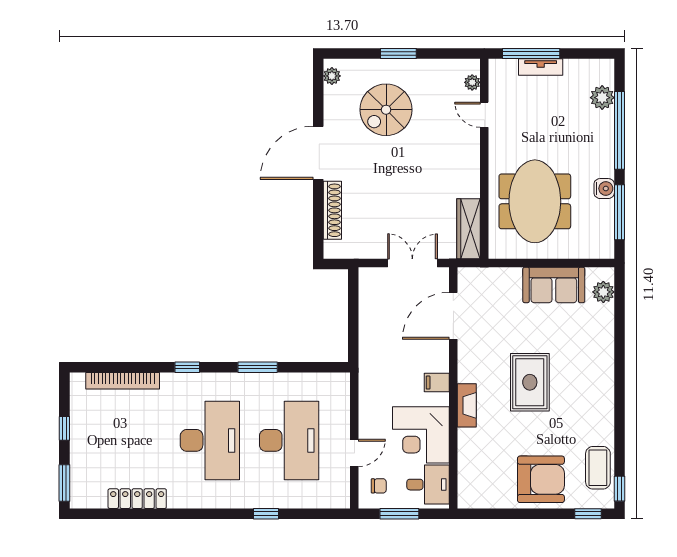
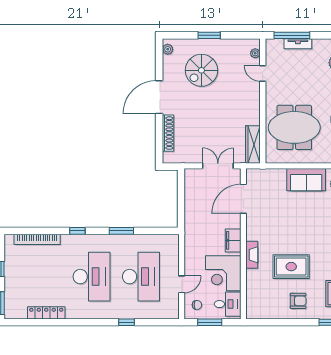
meeting table: (535, 201) -> (294, 127), turned 90
rug: (530, 382) -> (291, 267), moved, turned 90
filing cabinet: (437, 383) -> (233, 240), width x2.00
armchair: (541, 479) -> (298, 301), width x0.53, depth x0.53

